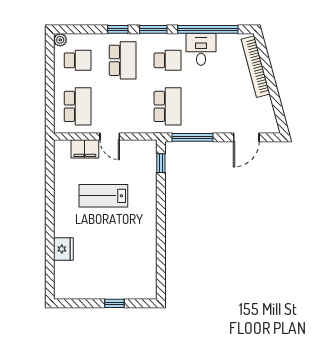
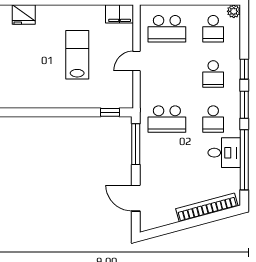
school desk: (123, 60) -> (213, 74), width x0.54
filing cabinet: (85, 149) -> (120, 14), moved, turned -90

